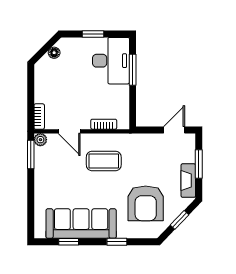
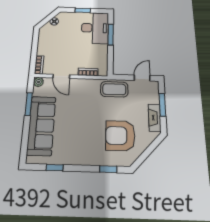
window: (31, 155) -> (29, 104), moved
coffee table: (104, 161) -> (114, 89), moved
armchair: (146, 203) -> (120, 136), turned 90
window: (180, 220) -> (149, 151), removed
sofa: (81, 224) -> (41, 125), moved, turned 90
window: (117, 242) -> (108, 169), moved

